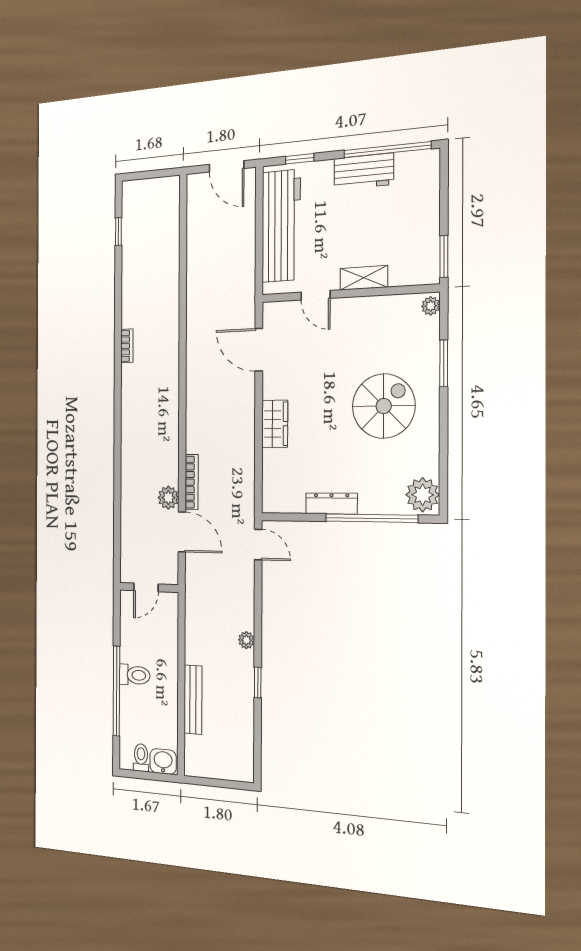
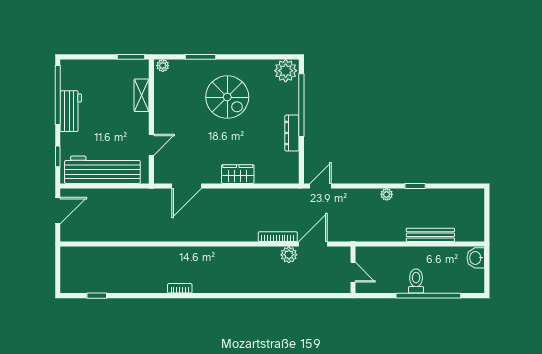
shelving: (364, 278) -> (142, 95), moved
spiral stairs: (384, 406) -> (227, 97), turned 180
toilet: (141, 758) -> (475, 276), removed

